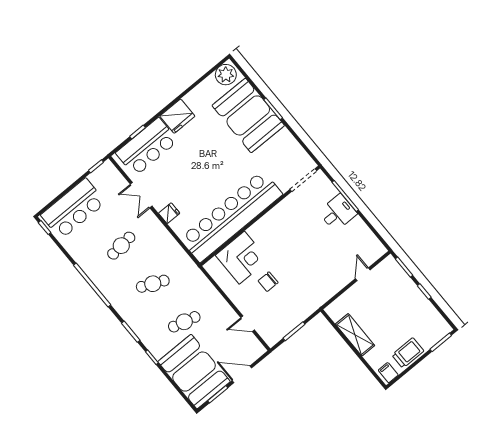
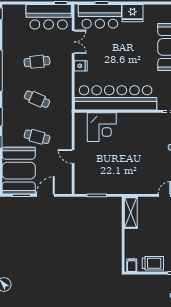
double door: (141, 195) -> (73, 42), swing flipped
bar counter: (73, 209) -> (49, 17), moved
chair: (268, 282) -> (105, 154), removed
door: (248, 324) -> (73, 156), moved
shelving: (355, 335) -> (131, 213), moved
door: (242, 374) -> (45, 195), hinge flipped

